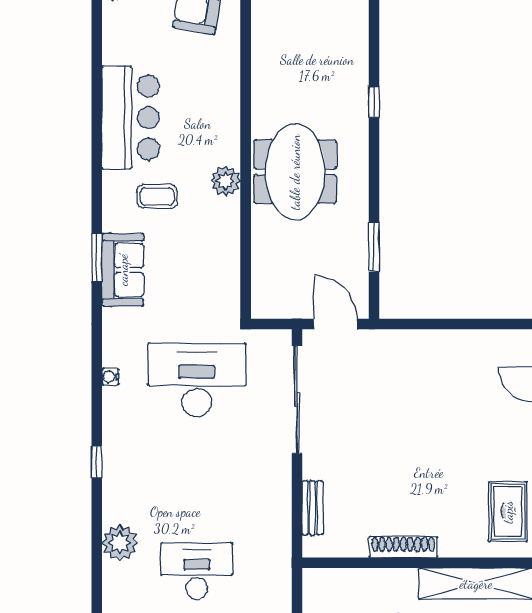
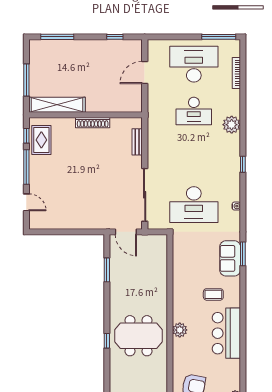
meeting table: (295, 172) -> (138, 336), moved, turned 90
plant: (226, 181) -> (180, 330), moved
window: (97, 257) -> (243, 254), moved

